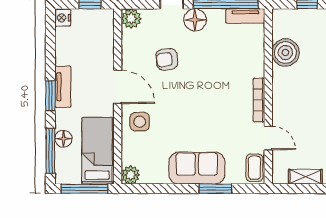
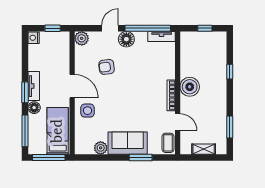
boiler: (285, 53) -> (190, 87), moved
floor lamp: (63, 139) -> (34, 108), moved
plant: (131, 175) -> (101, 148), moved

